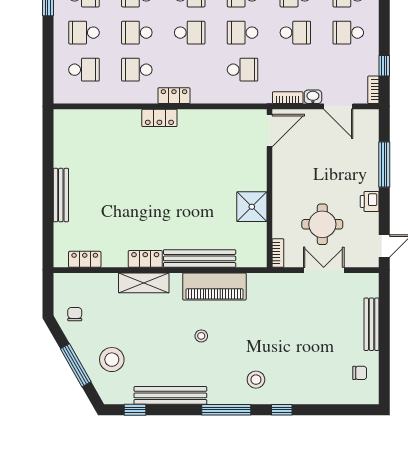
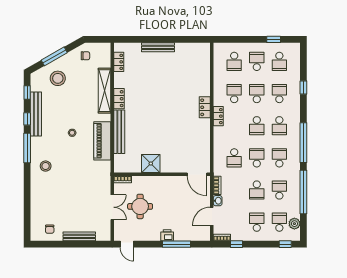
printer: (370, 201) -> (167, 235), moved
shelving: (144, 283) -> (104, 91), width x1.47
window: (282, 410) -> (27, 119), moved

